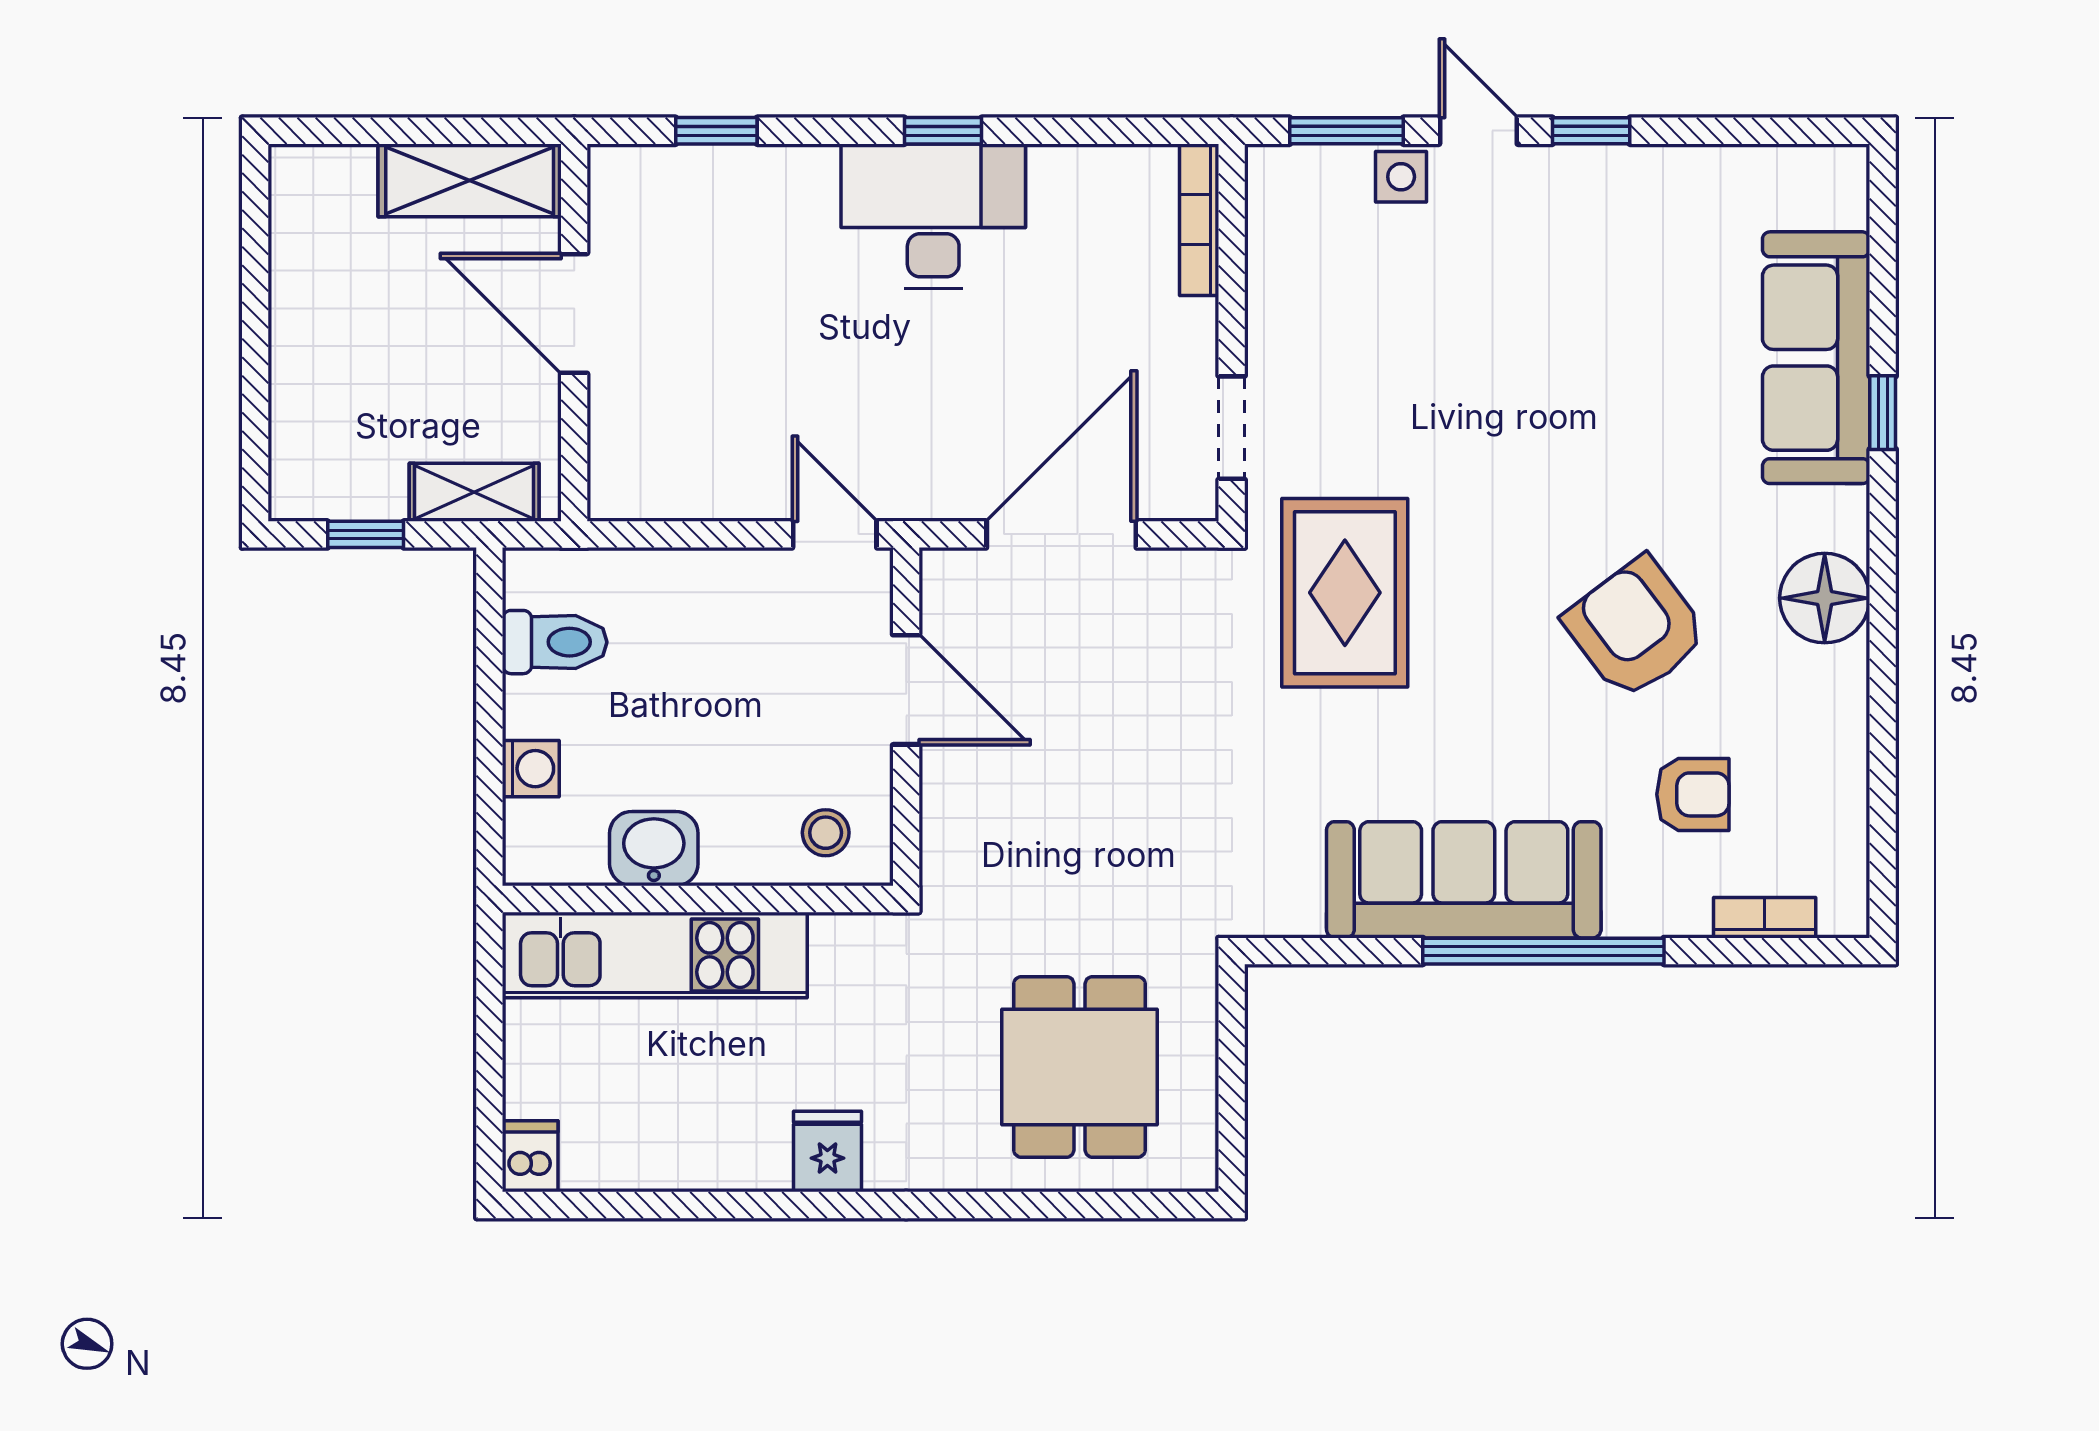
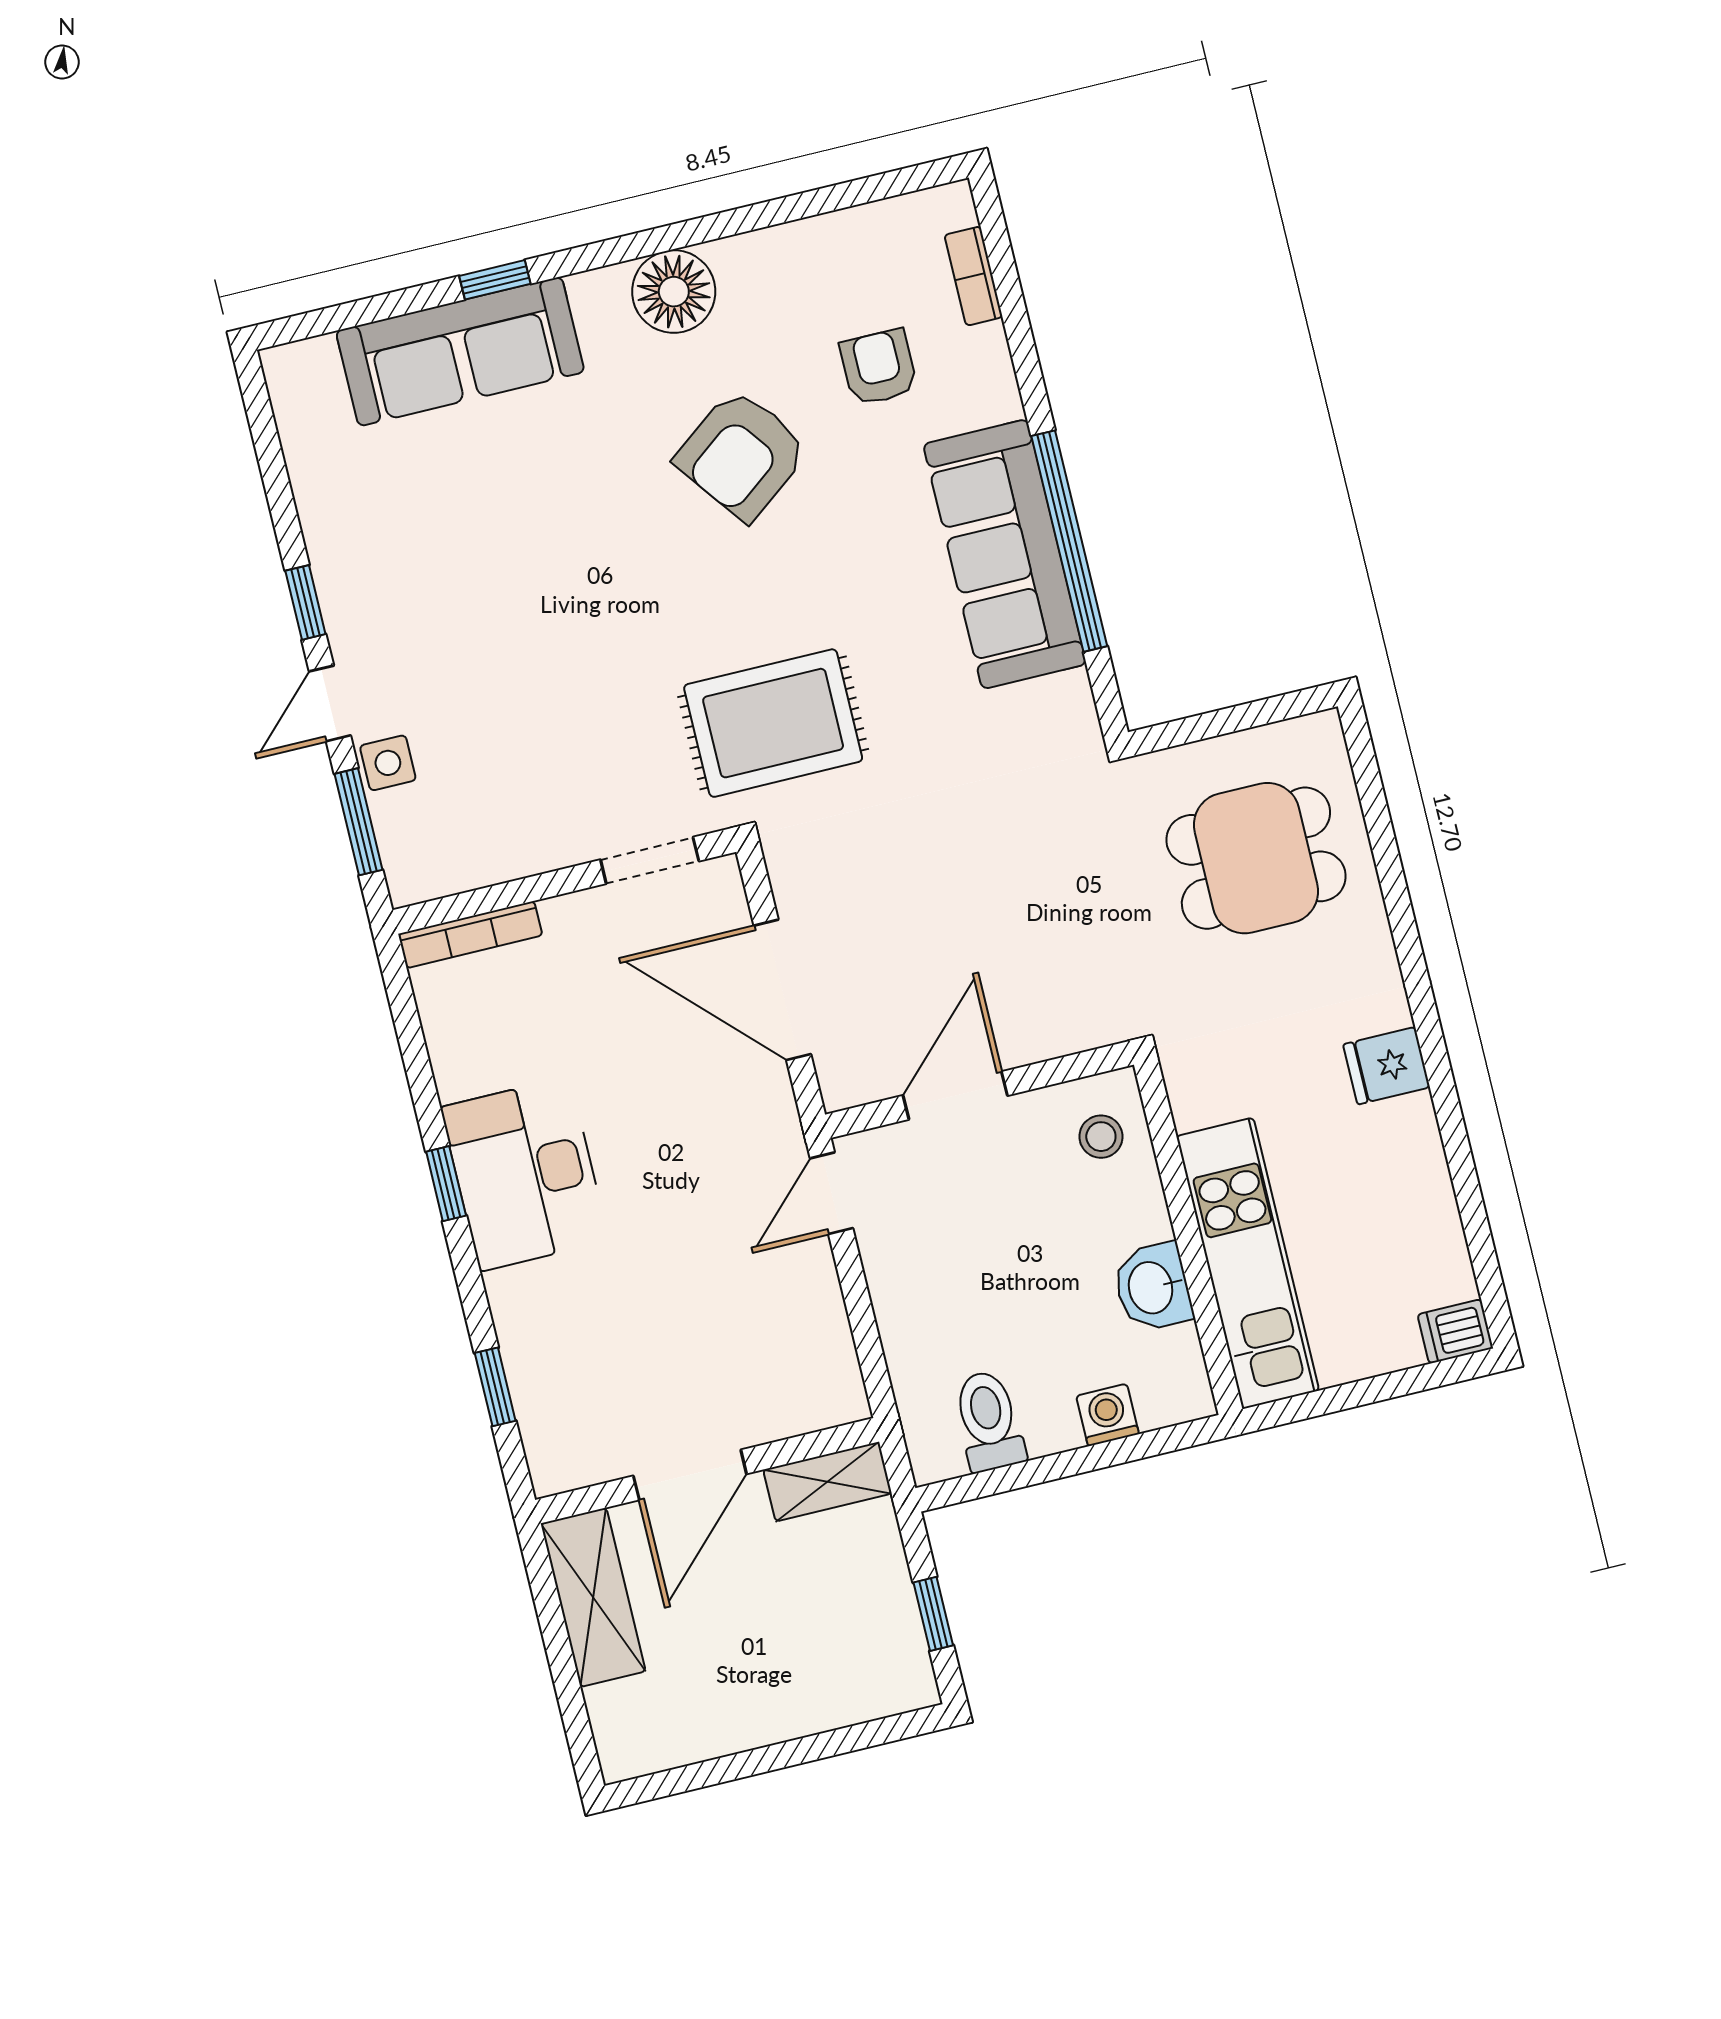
shelving: (474, 492) -> (827, 1482), moved, turned 90
window: (1543, 951) -> (1069, 541), moved

